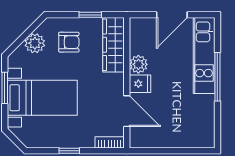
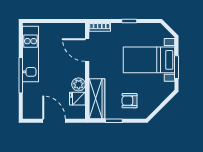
door: (172, 15) -> (54, 121), hinge flipped
plant: (35, 43) -> (154, 100), removed
kitchen unit: (204, 56) -> (30, 54), moved
fridge: (140, 84) -> (77, 99), moved

